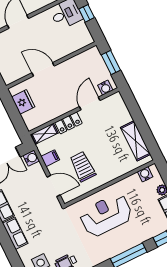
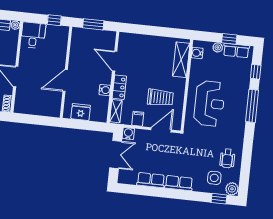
window: (87, 13) -> (54, 20), moved
water cooler: (105, 88) -> (105, 90), moved
shelving: (136, 141) -> (181, 60), moved, turned 90
trolley: (83, 167) -> (160, 98), turned 180
reception desk: (106, 215) -> (209, 103), turned 180

